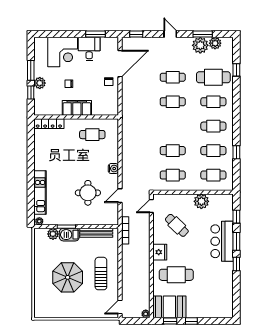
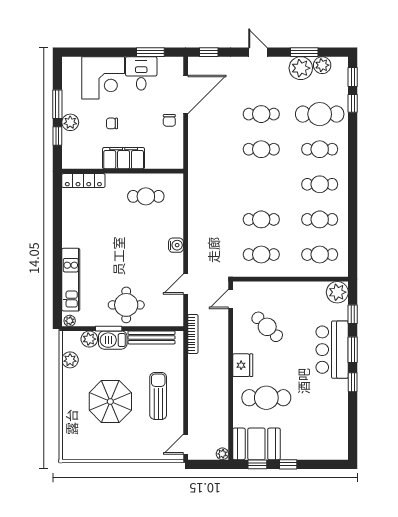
window: (236, 152) -> (353, 77), moved
round table: (88, 193) -> (126, 305), moved
plant: (201, 201) -> (337, 292), moved
plant: (40, 248) -> (70, 360), added

